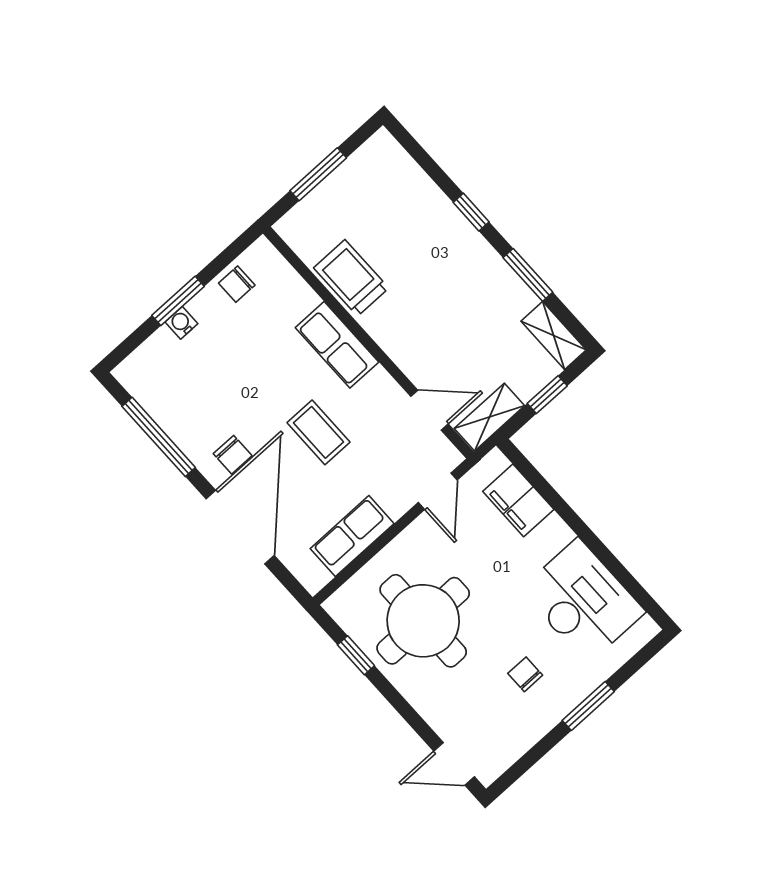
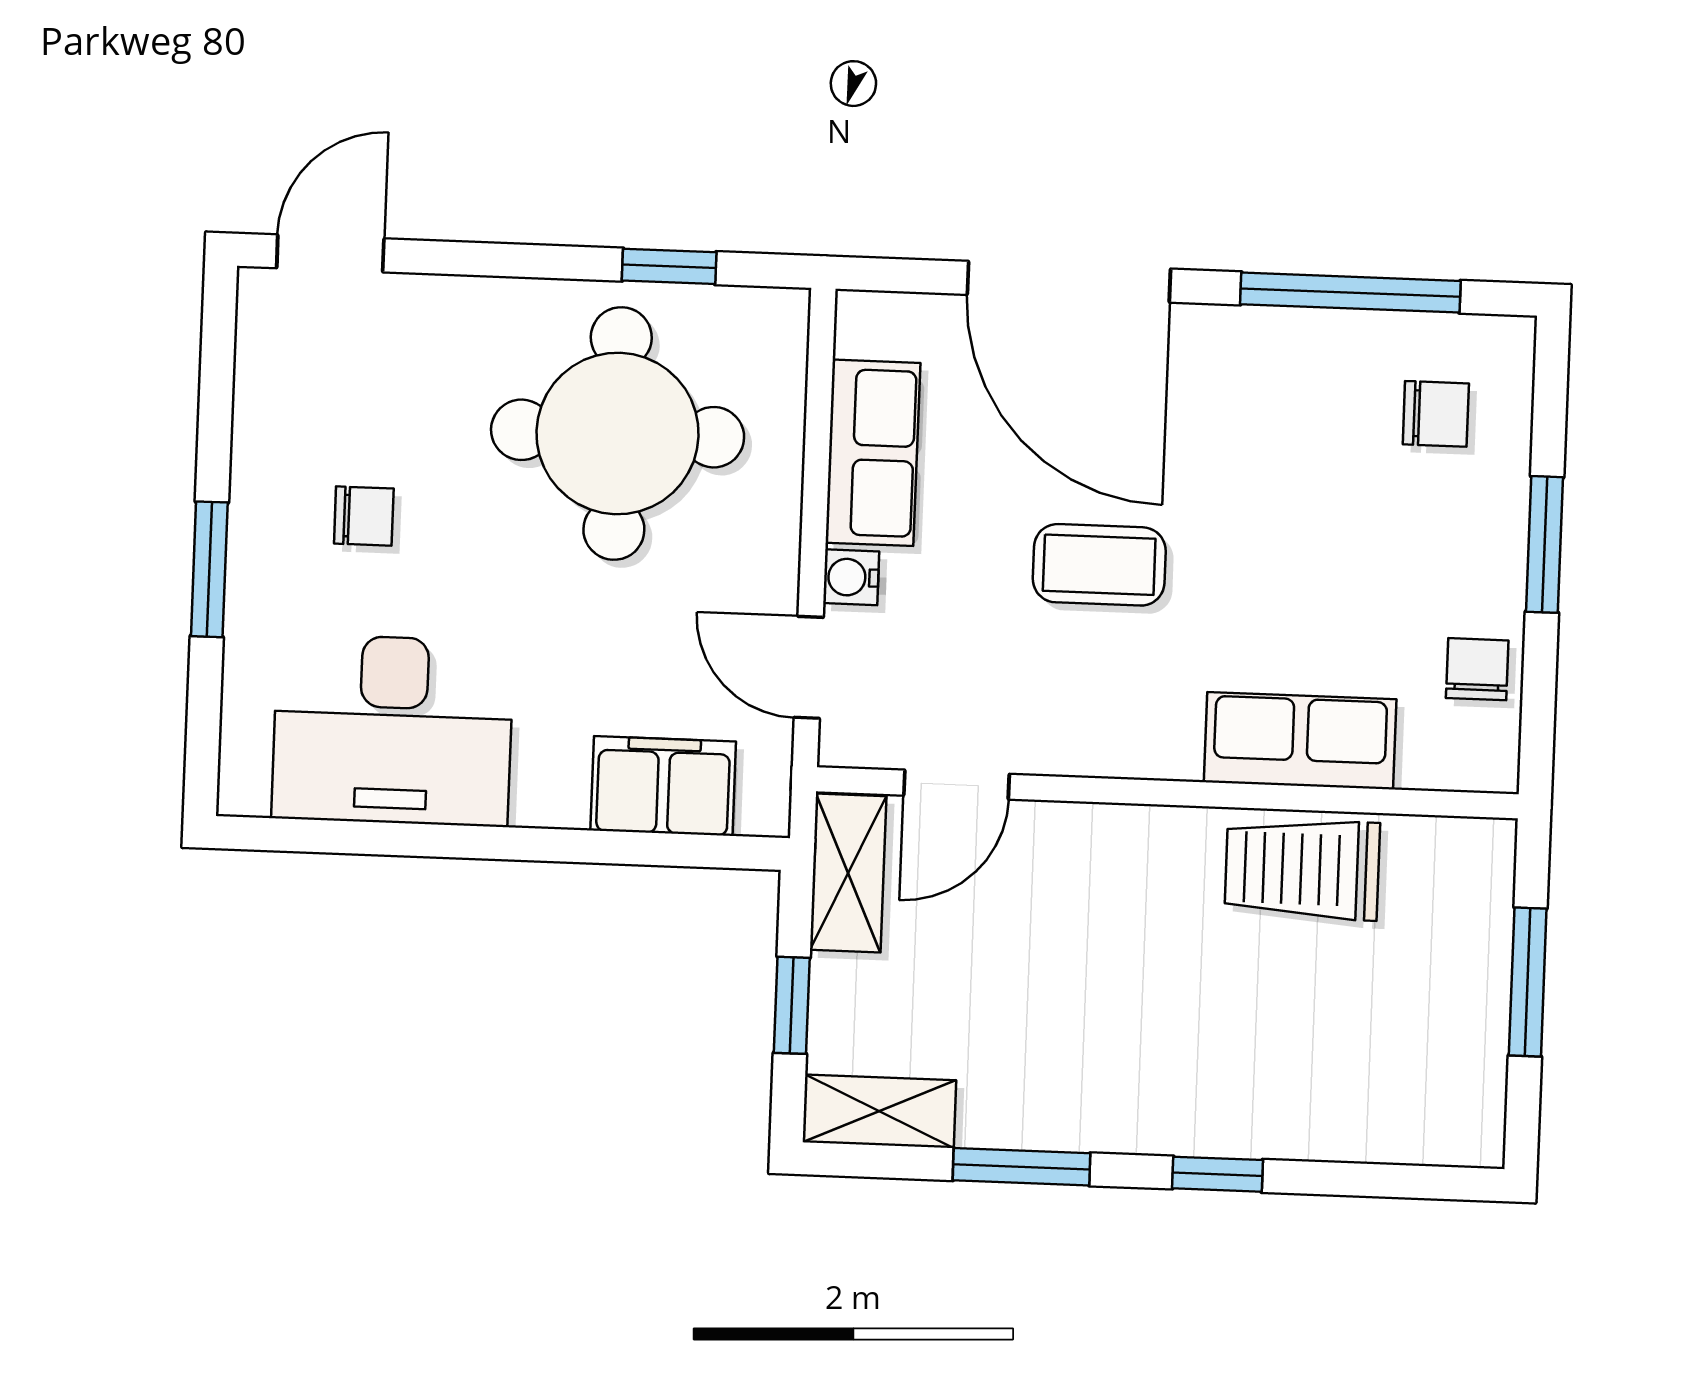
trolley: (351, 278) -> (1302, 869), turned 180
water cooler: (181, 323) -> (851, 577), moved, turned 180
row of seats: (337, 345) -> (1300, 741), moved
chair: (233, 455) -> (1436, 414), moved, turned 180

